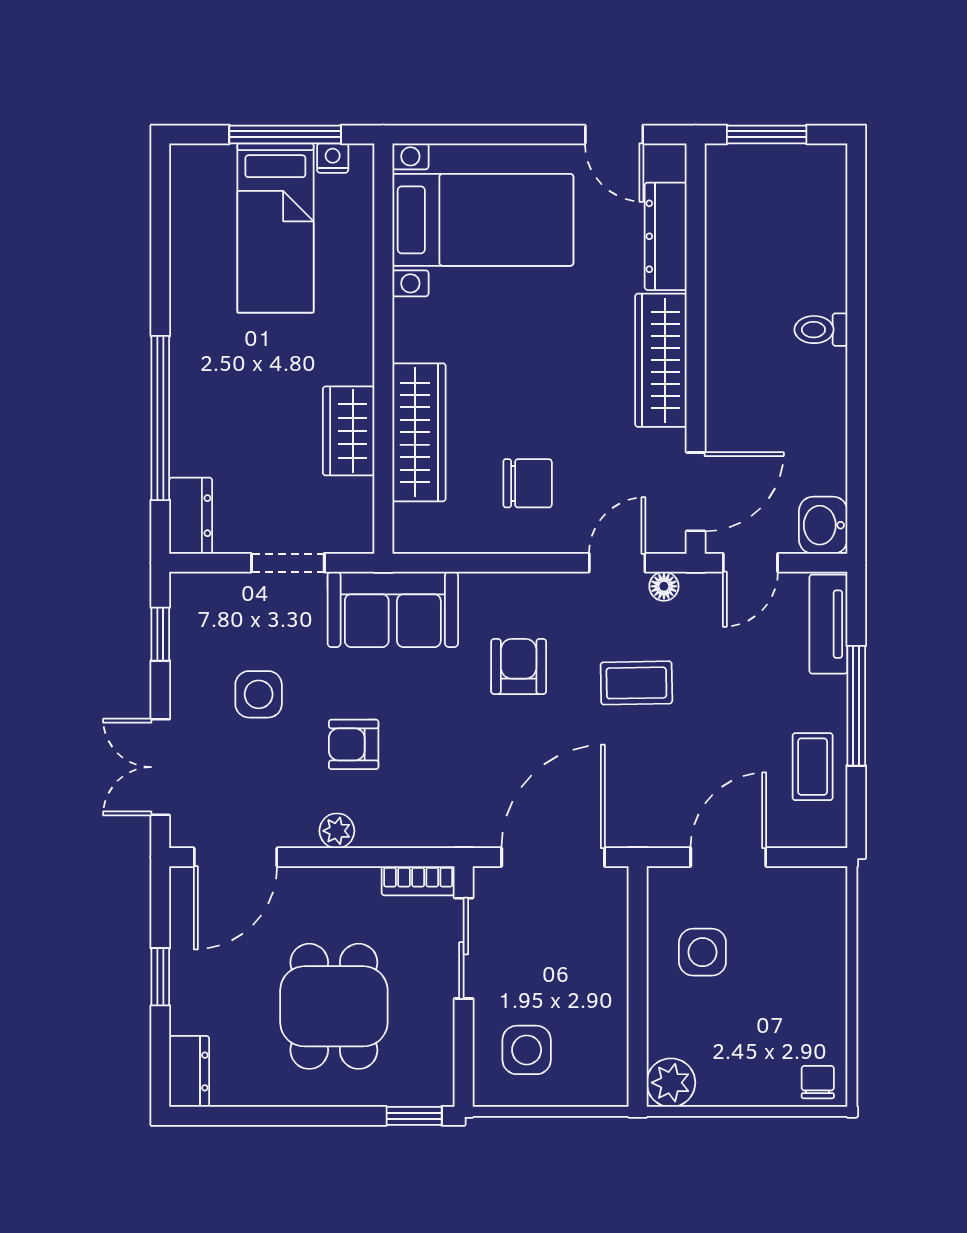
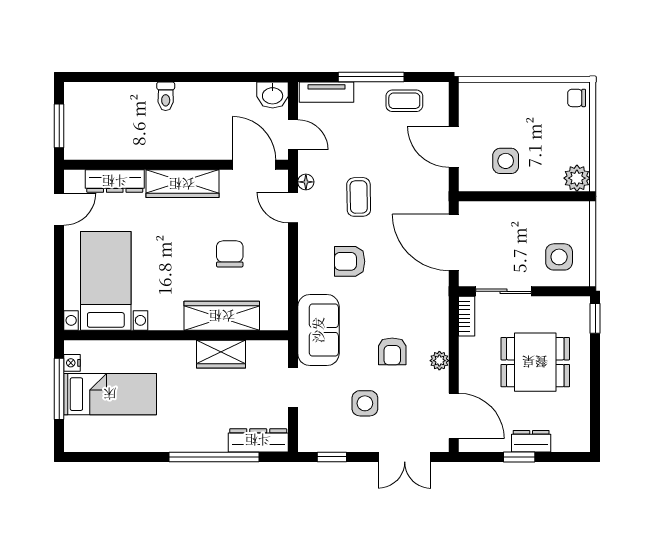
chair: (528, 483) -> (230, 254), moved
dresser: (191, 516) -> (258, 440), width x1.44
dresser: (189, 1071) -> (531, 441), moved

